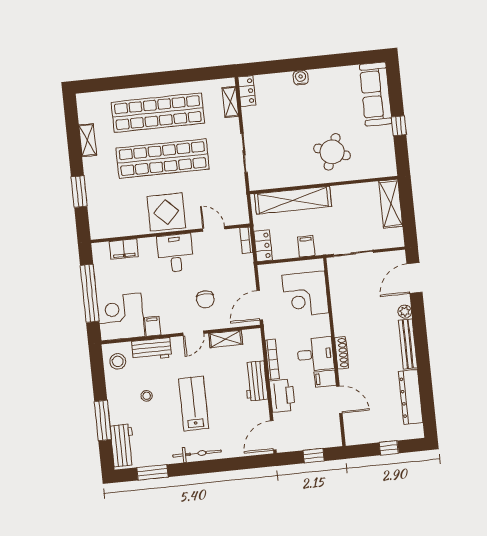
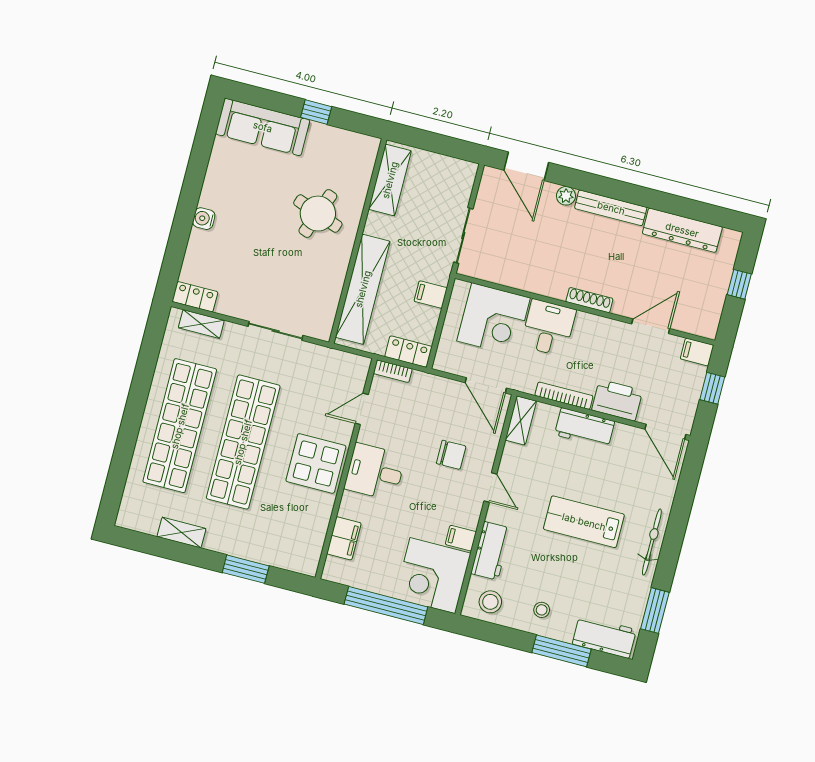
shelving: (391, 204) -> (390, 180), moved, turned 90
shelving: (226, 339) -> (521, 420), moved
desk: (315, 354) -> (548, 328), moved
filing cabinet: (325, 379) -> (697, 352), moved, turned 90
stool: (147, 396) -> (542, 610), moved

